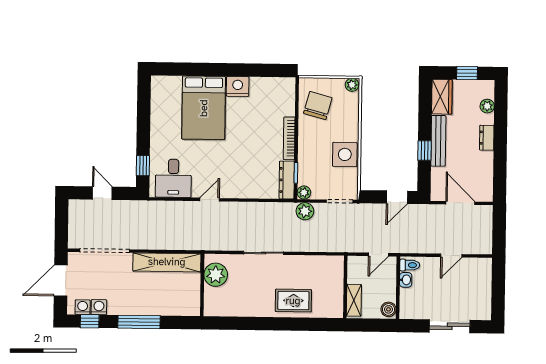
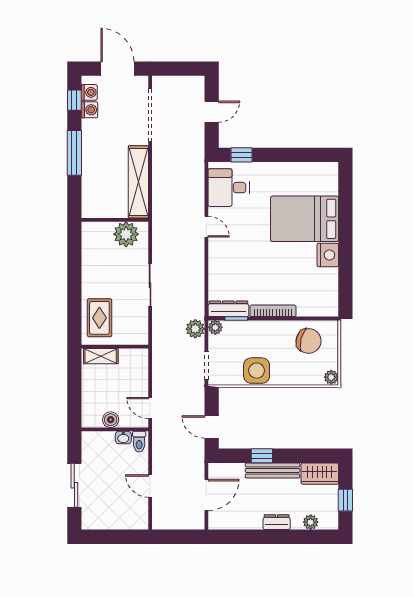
wall: (345, 287) -> (115, 347), moved
shelving: (354, 300) -> (101, 356), moved
boiler: (388, 309) -> (111, 420), moved

